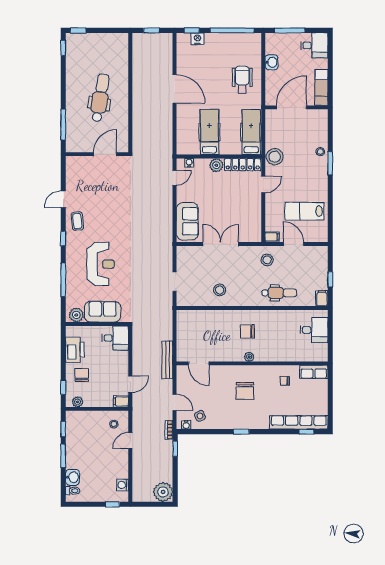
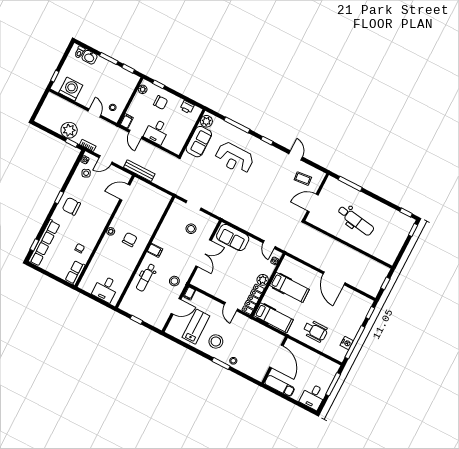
nightstand: (197, 39) -> (347, 343), moved
washbasin: (272, 62) -> (317, 359), removed
door: (175, 89) -> (334, 278), hinge flipped
door: (105, 154) -> (313, 203), swing flipped
stool: (275, 157) -> (216, 341), moved
coffee table: (77, 221) -> (303, 179), moved
stool: (220, 290) -> (191, 229), moved
filing cabinet: (322, 298) -> (155, 250), moved
desk: (115, 338) -> (157, 132), moved
printer: (75, 350) -> (187, 107), width x0.53, depth x0.68
chair: (245, 391) -> (71, 206), moved
washing machine: (123, 485) -> (71, 89), width x1.89, depth x1.89
plant: (163, 492) -> (69, 130), moved

